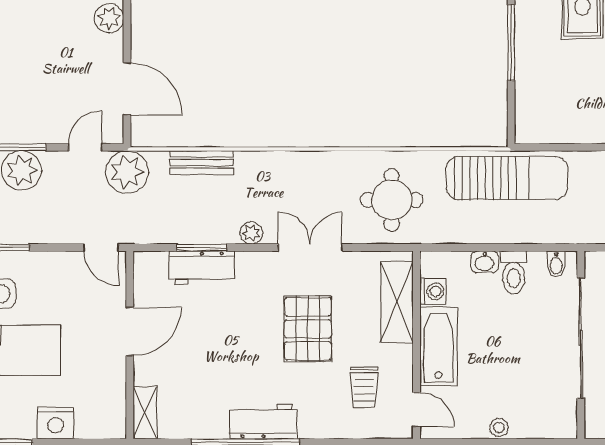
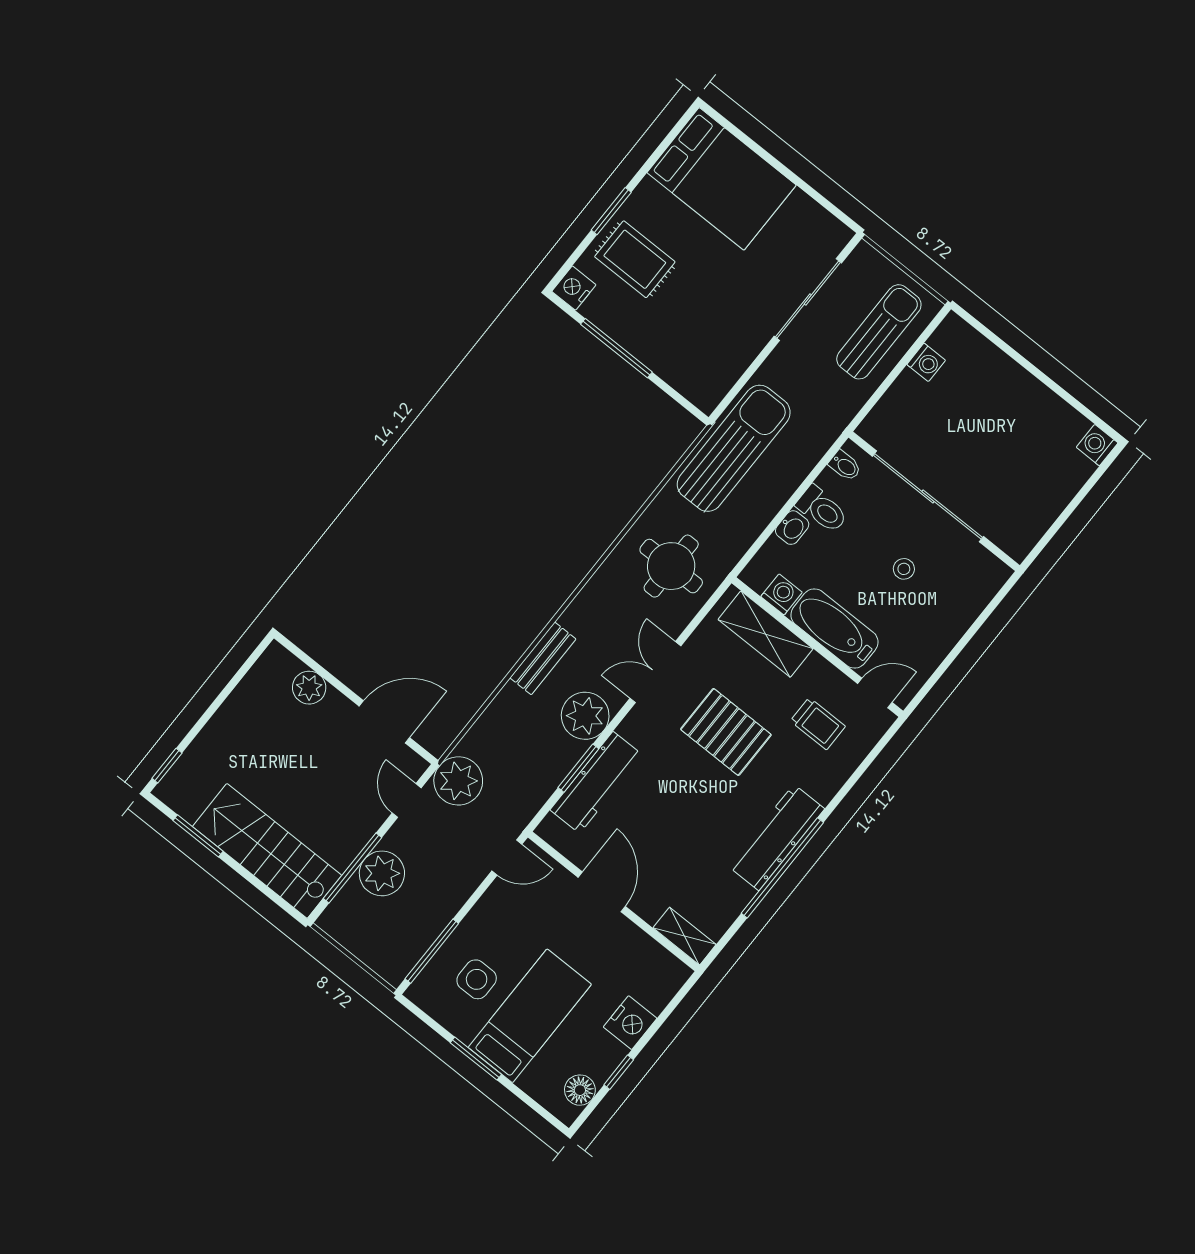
bench: (202, 163) -> (543, 658), moved
plant: (251, 233) -> (585, 716), width x1.88, depth x1.88
workbench: (202, 268) -> (596, 782), width x1.38
workbench: (263, 422) -> (776, 838), width x1.38
stool: (499, 428) -> (904, 569), moved

